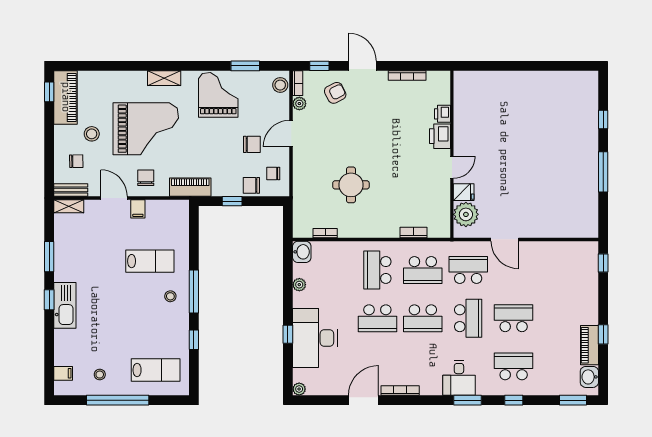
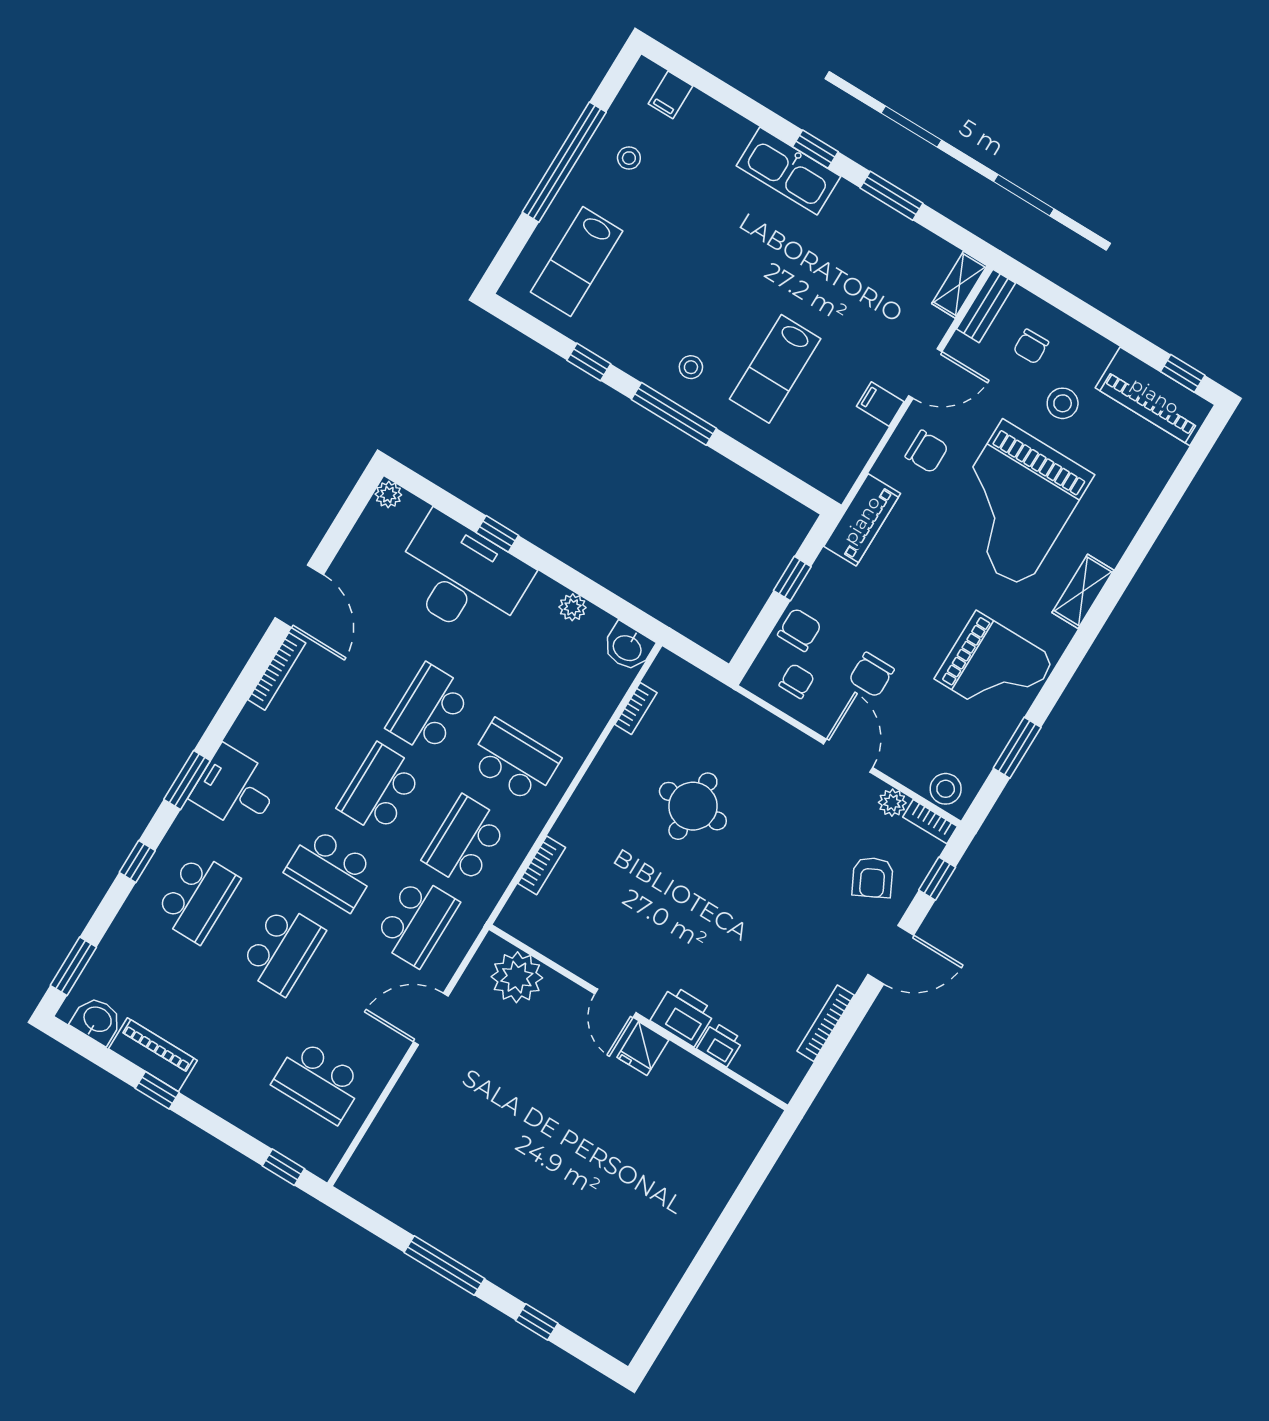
fridge: (464, 192) -> (643, 1049), moved
school desk: (559, 270) -> (319, 1082), added

